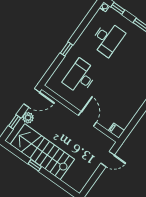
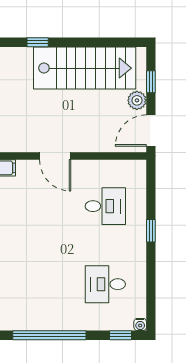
desk: (107, 39) -> (105, 284), width x0.73
desk: (80, 77) -> (105, 206), width x0.73
window: (35, 165) -> (38, 42), moved

